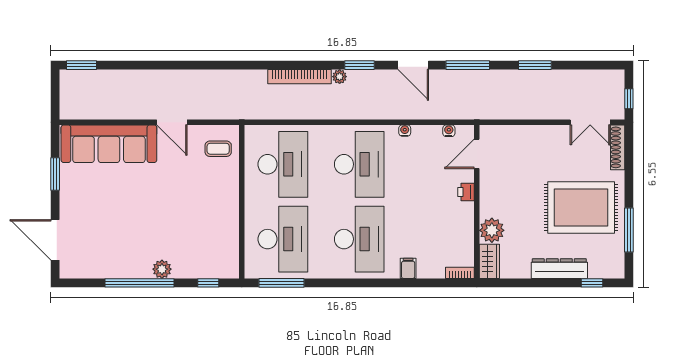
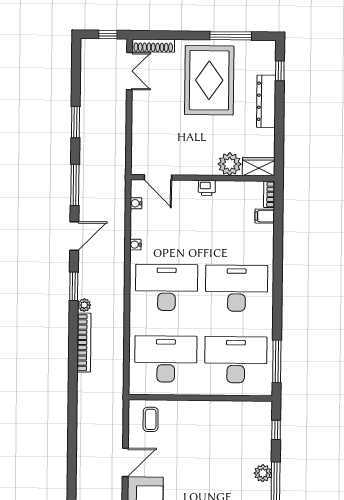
printer: (466, 192) -> (207, 188), moved
filing cabinet: (408, 268) -> (265, 216), moved

